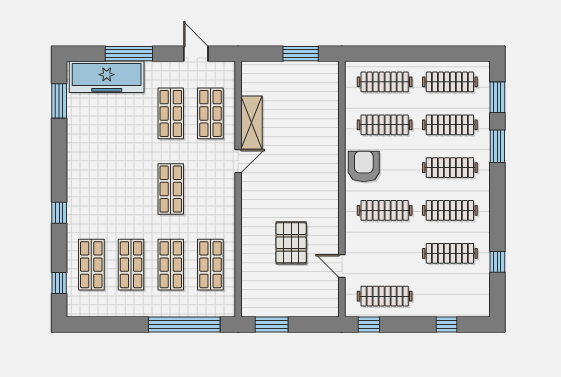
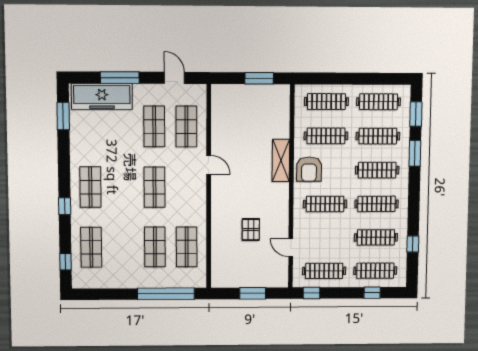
shelving: (252, 123) -> (281, 160), moved
door: (238, 161) -> (209, 165), hinge flipped
armchair: (364, 166) -> (309, 169), turned 180
pallet: (291, 243) -> (251, 230), width x0.67, depth x0.71
shop shelf: (131, 265) -> (90, 187), moved
clothes rail: (450, 296) -> (375, 271), added
window: (272, 325) -> (253, 293), moved

